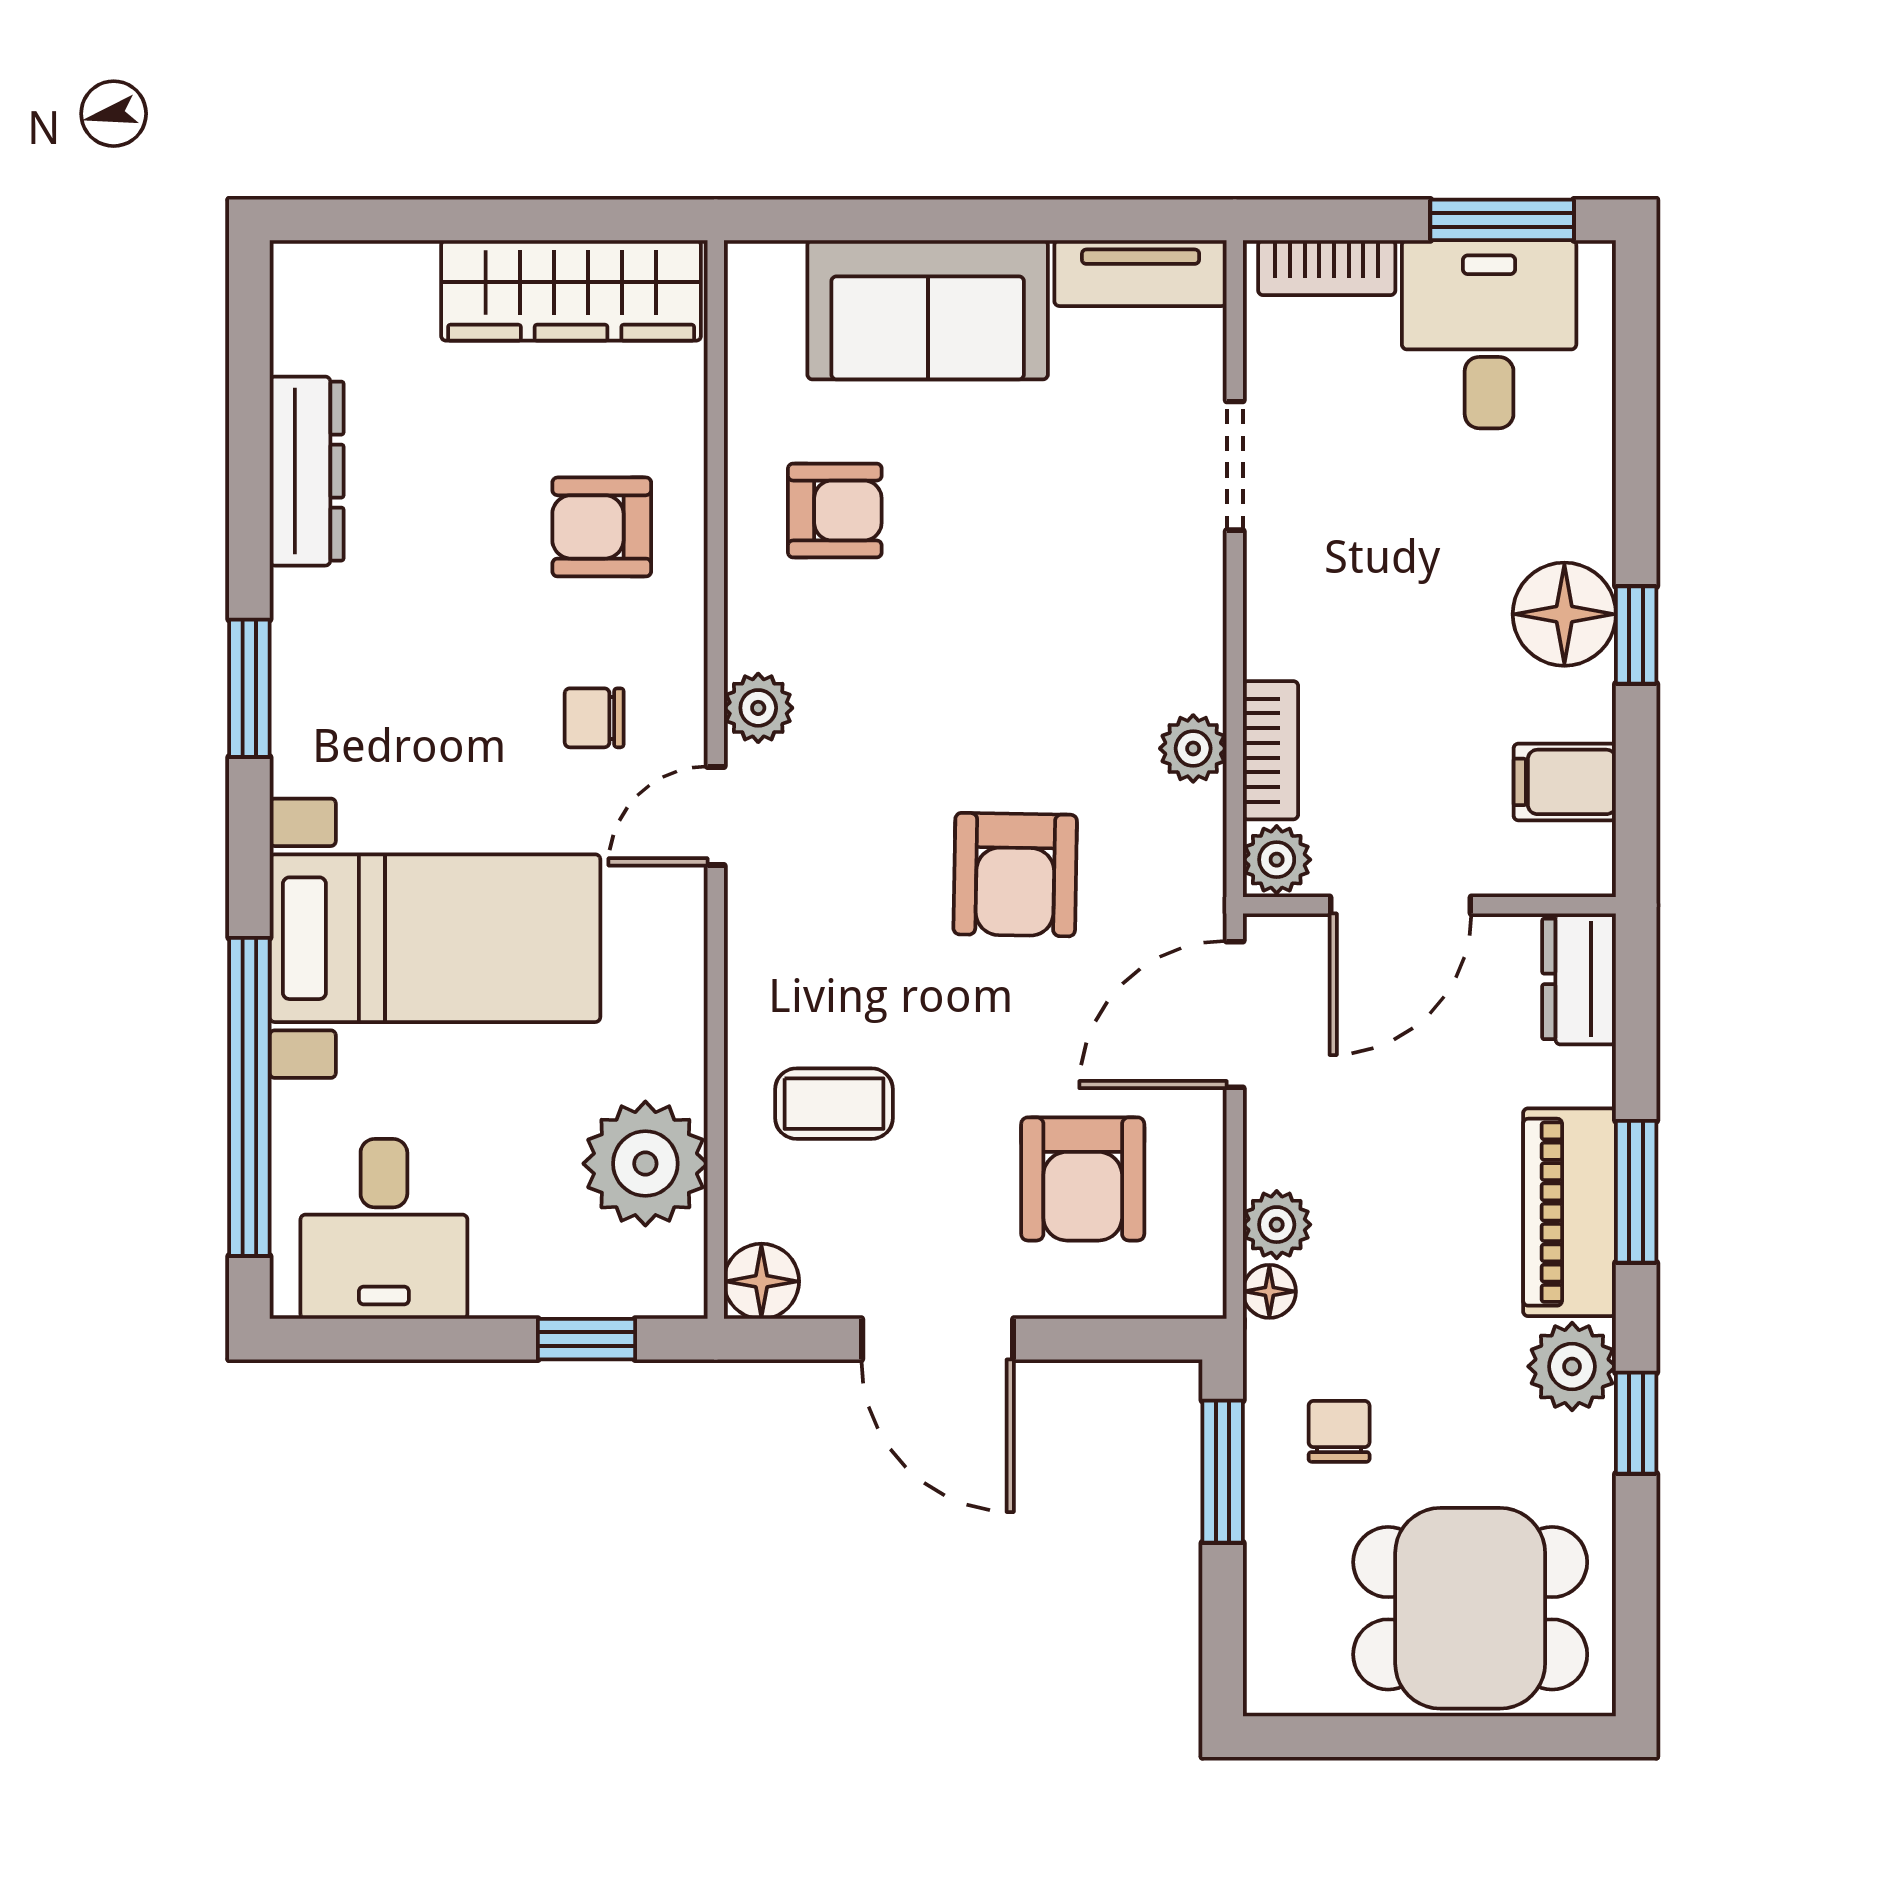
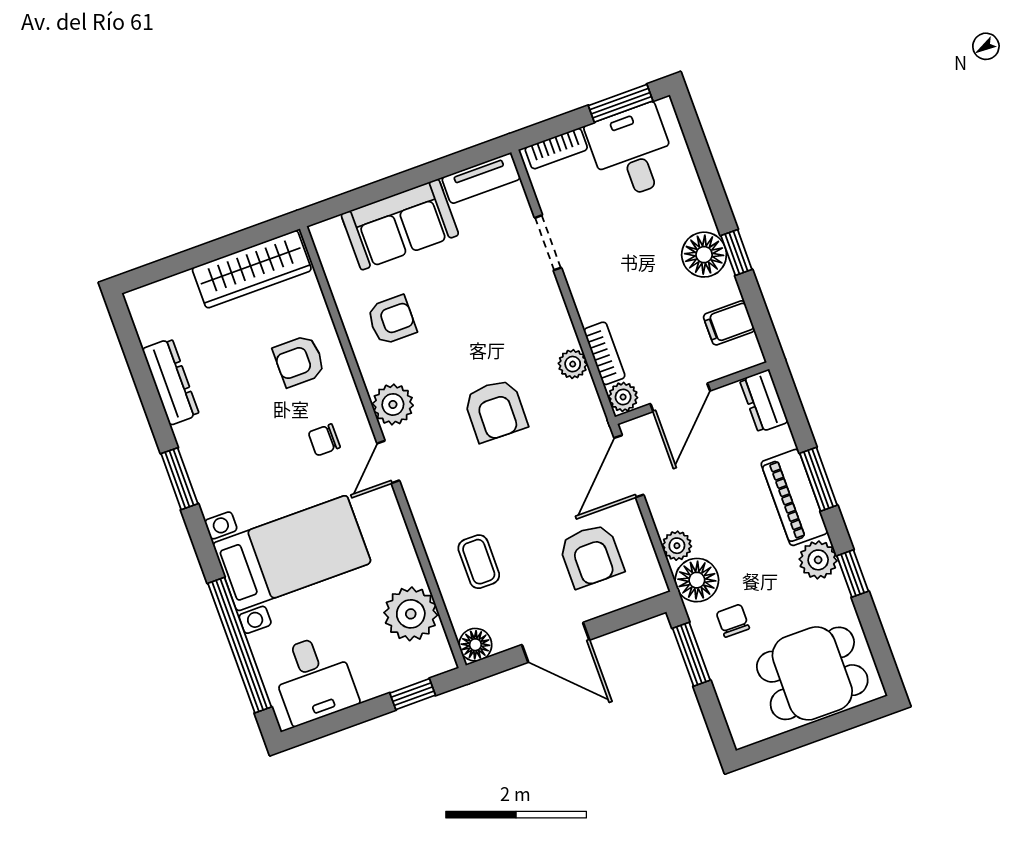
plant: (758, 708) -> (393, 404), width x1.38, depth x1.38
armchair: (1015, 875) -> (495, 410), moved
coffee table: (834, 1104) -> (479, 562), turned 90
floor lamp: (1269, 1291) -> (697, 580), width x1.89, depth x1.89

